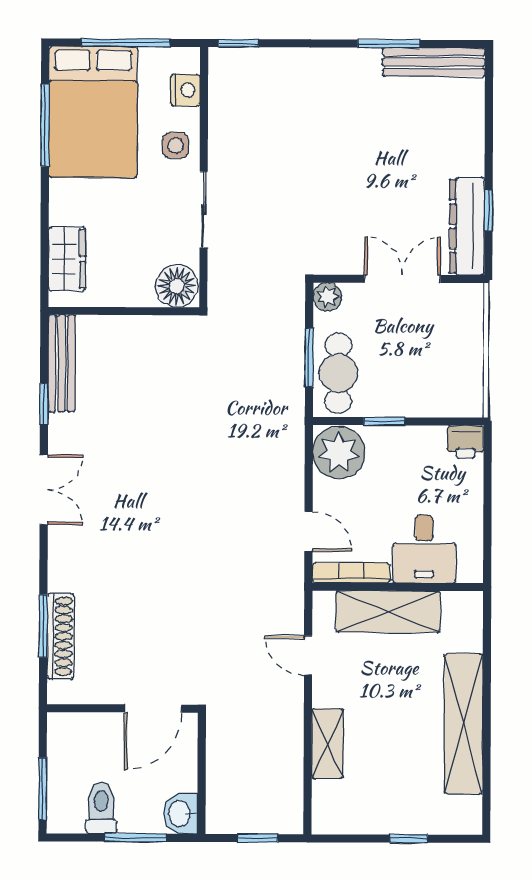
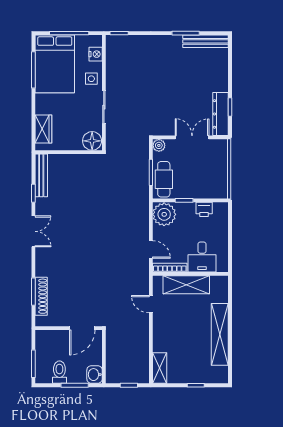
printer: (466, 442) -> (204, 209), moved
shelving: (327, 744) -> (160, 368), moved

